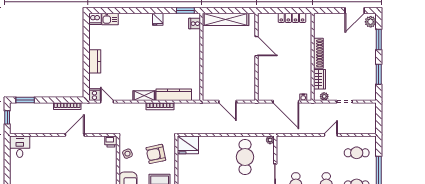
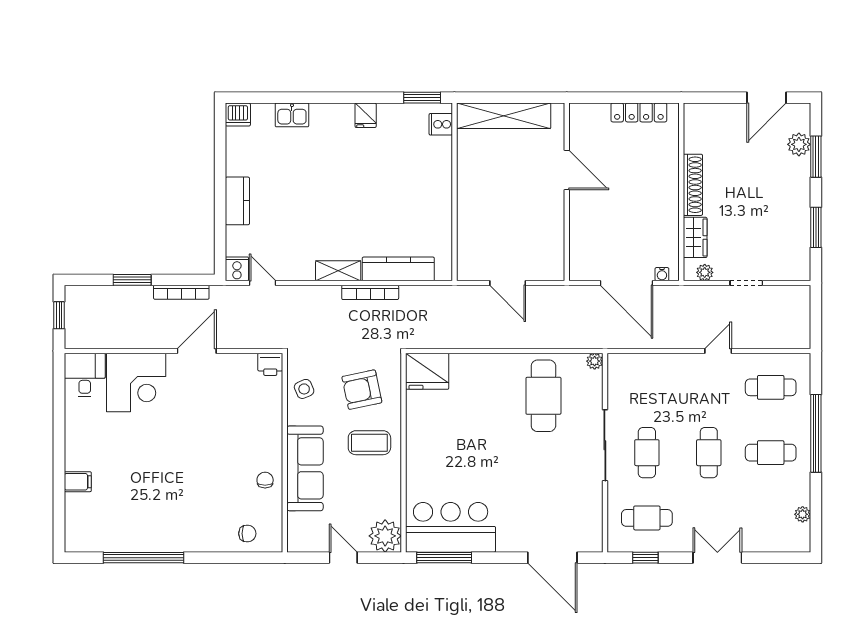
kitchen sink: (110, 19) -> (292, 115), moved
plant: (371, 22) -> (799, 144), moved
window: (25, 100) -> (132, 280), moved
corner desk: (45, 150) -> (136, 382), added

